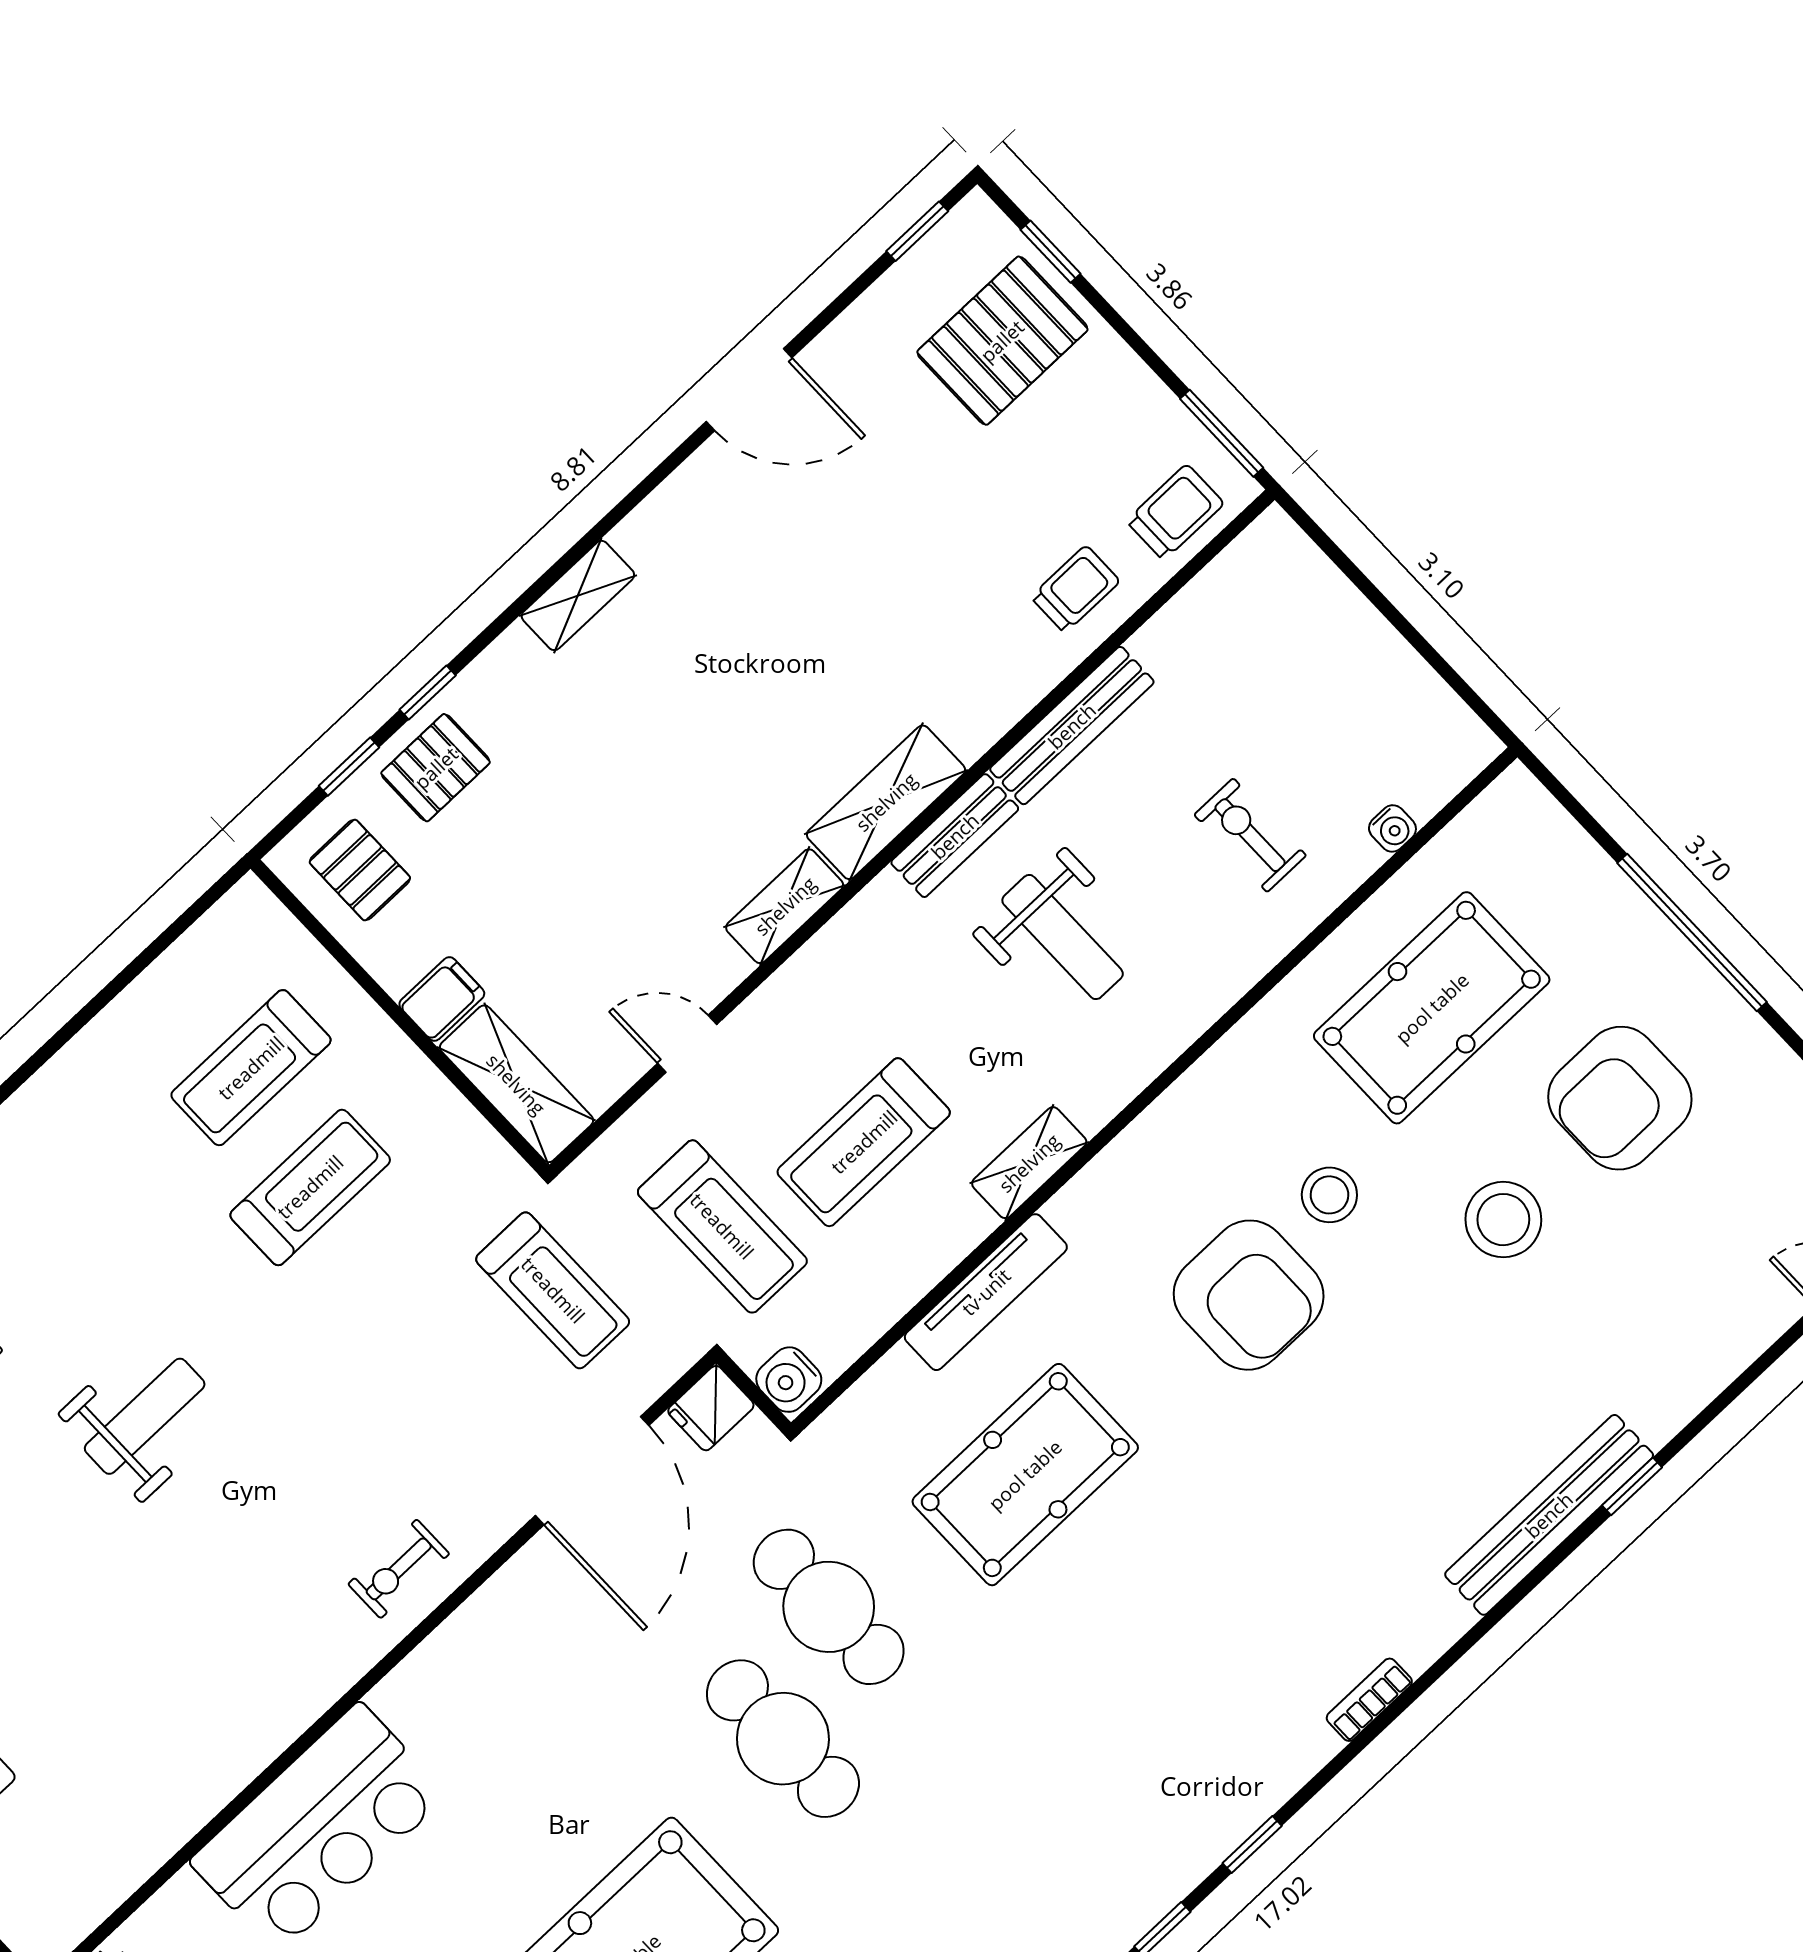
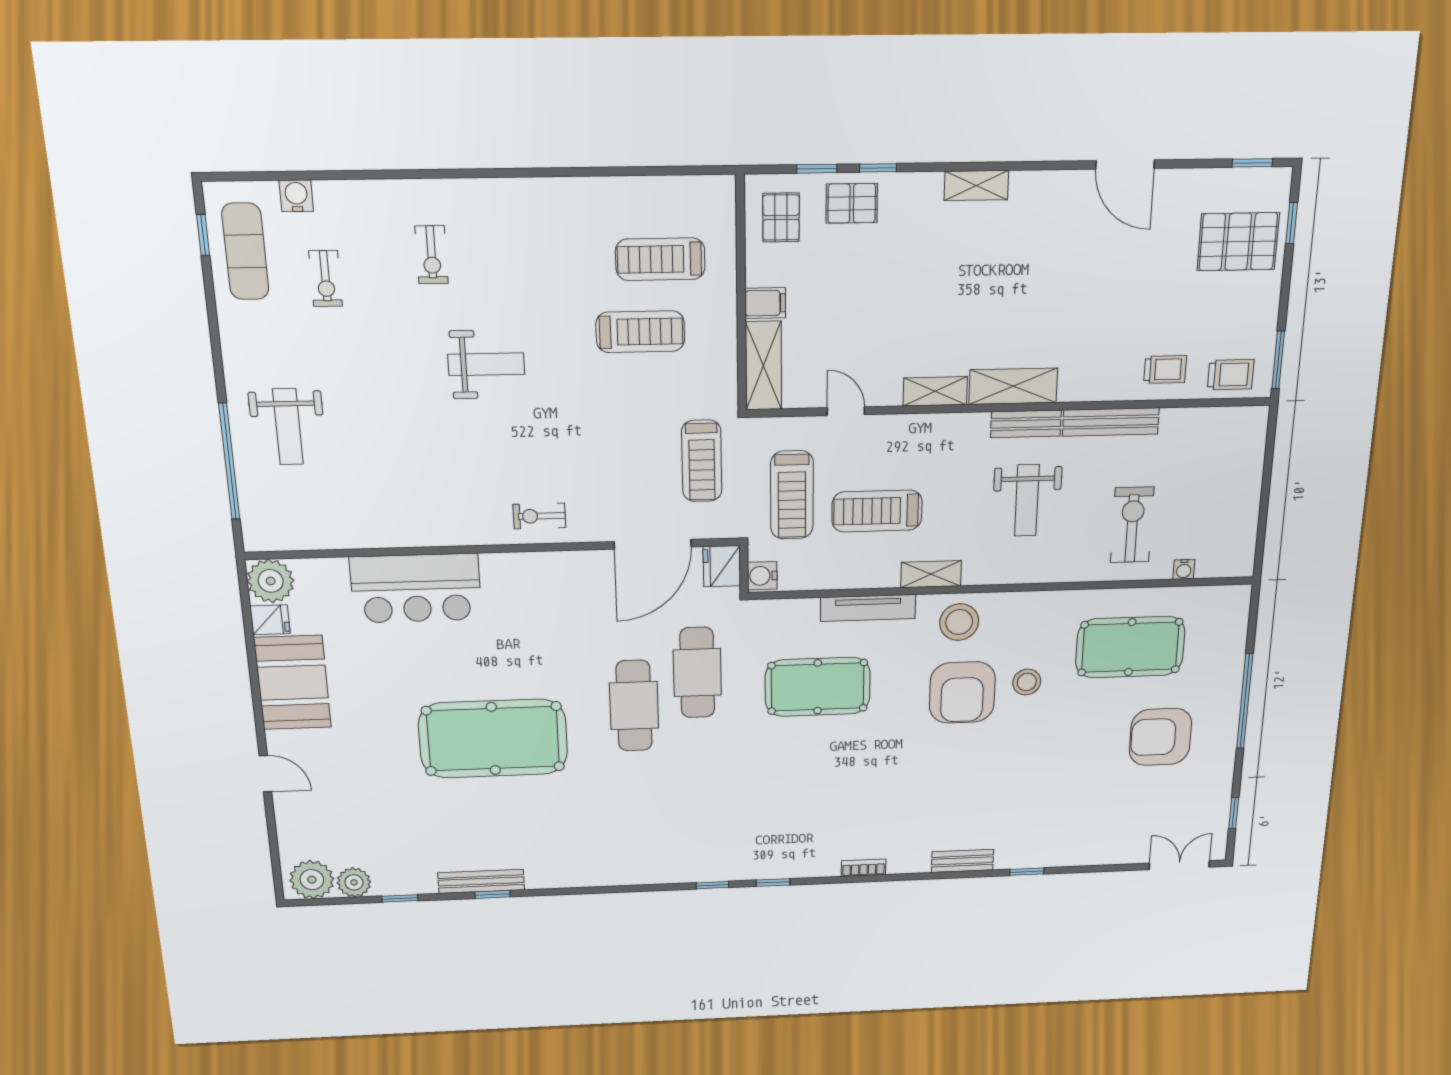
exercise bike: (1250, 835) -> (1132, 525), width x1.38, depth x1.39
stool: (1503, 1220) -> (959, 622), moved
fridge: (711, 1408) -> (722, 566), width x1.38
bench: (1549, 1515) -> (963, 861), width x0.54, depth x0.82

